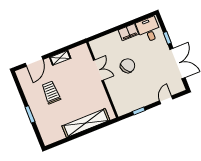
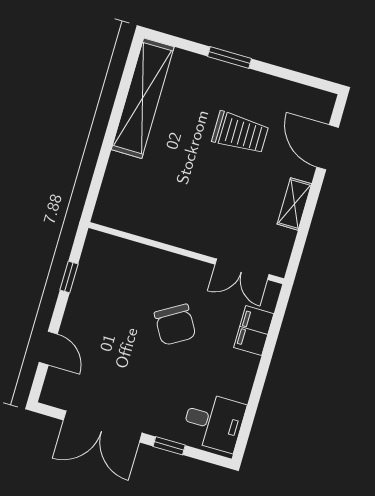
filing cabinet: (128, 32) -> (254, 331), moved
double door: (98, 70) -> (242, 269), moved
shelving: (86, 123) -> (143, 98), moved

